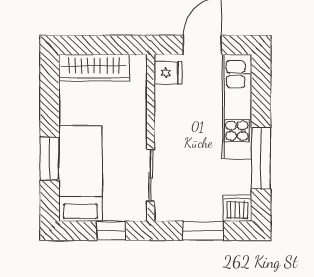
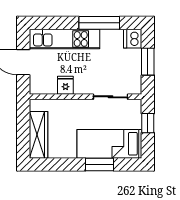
fridge: (168, 73) -> (65, 85), moved

